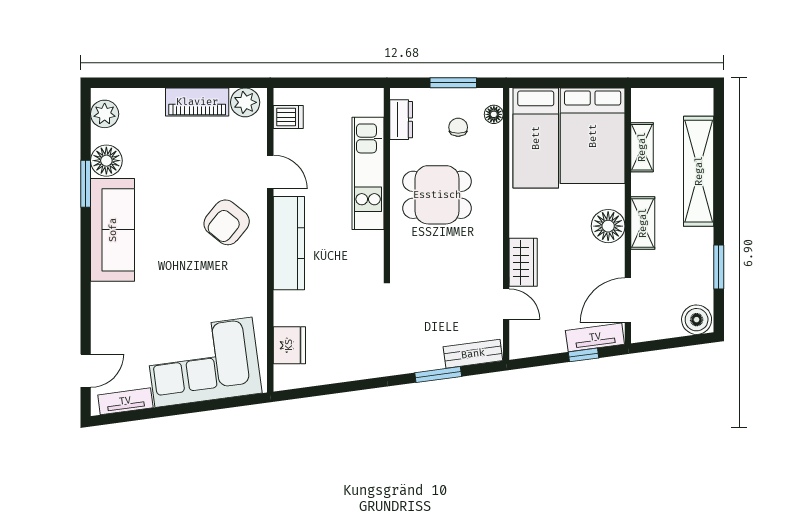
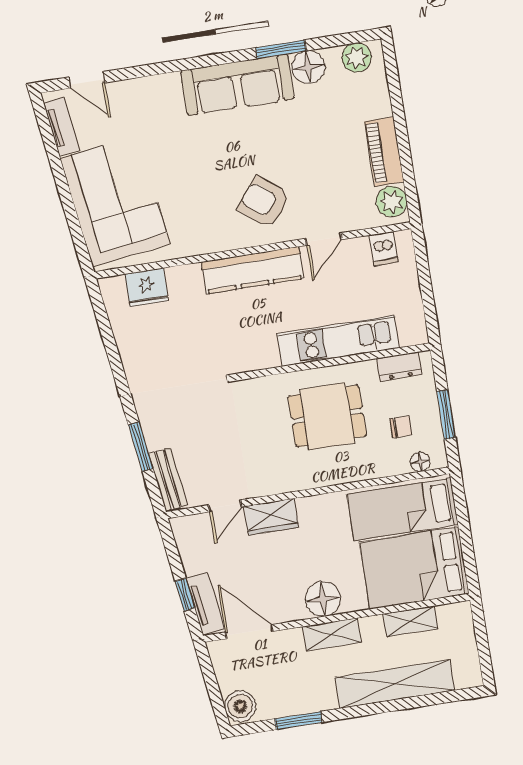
dining table: (437, 195) -> (327, 416), turned 90

